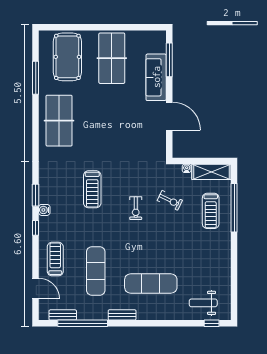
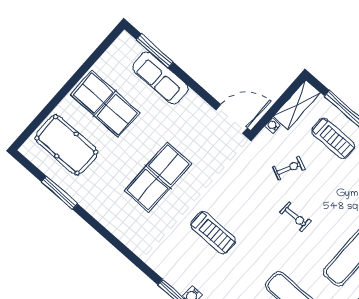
door: (169, 116) -> (232, 119), moved
table tennis table: (59, 121) -> (158, 177), moved, turned 90
exercise bike: (136, 208) -> (295, 217), moved

